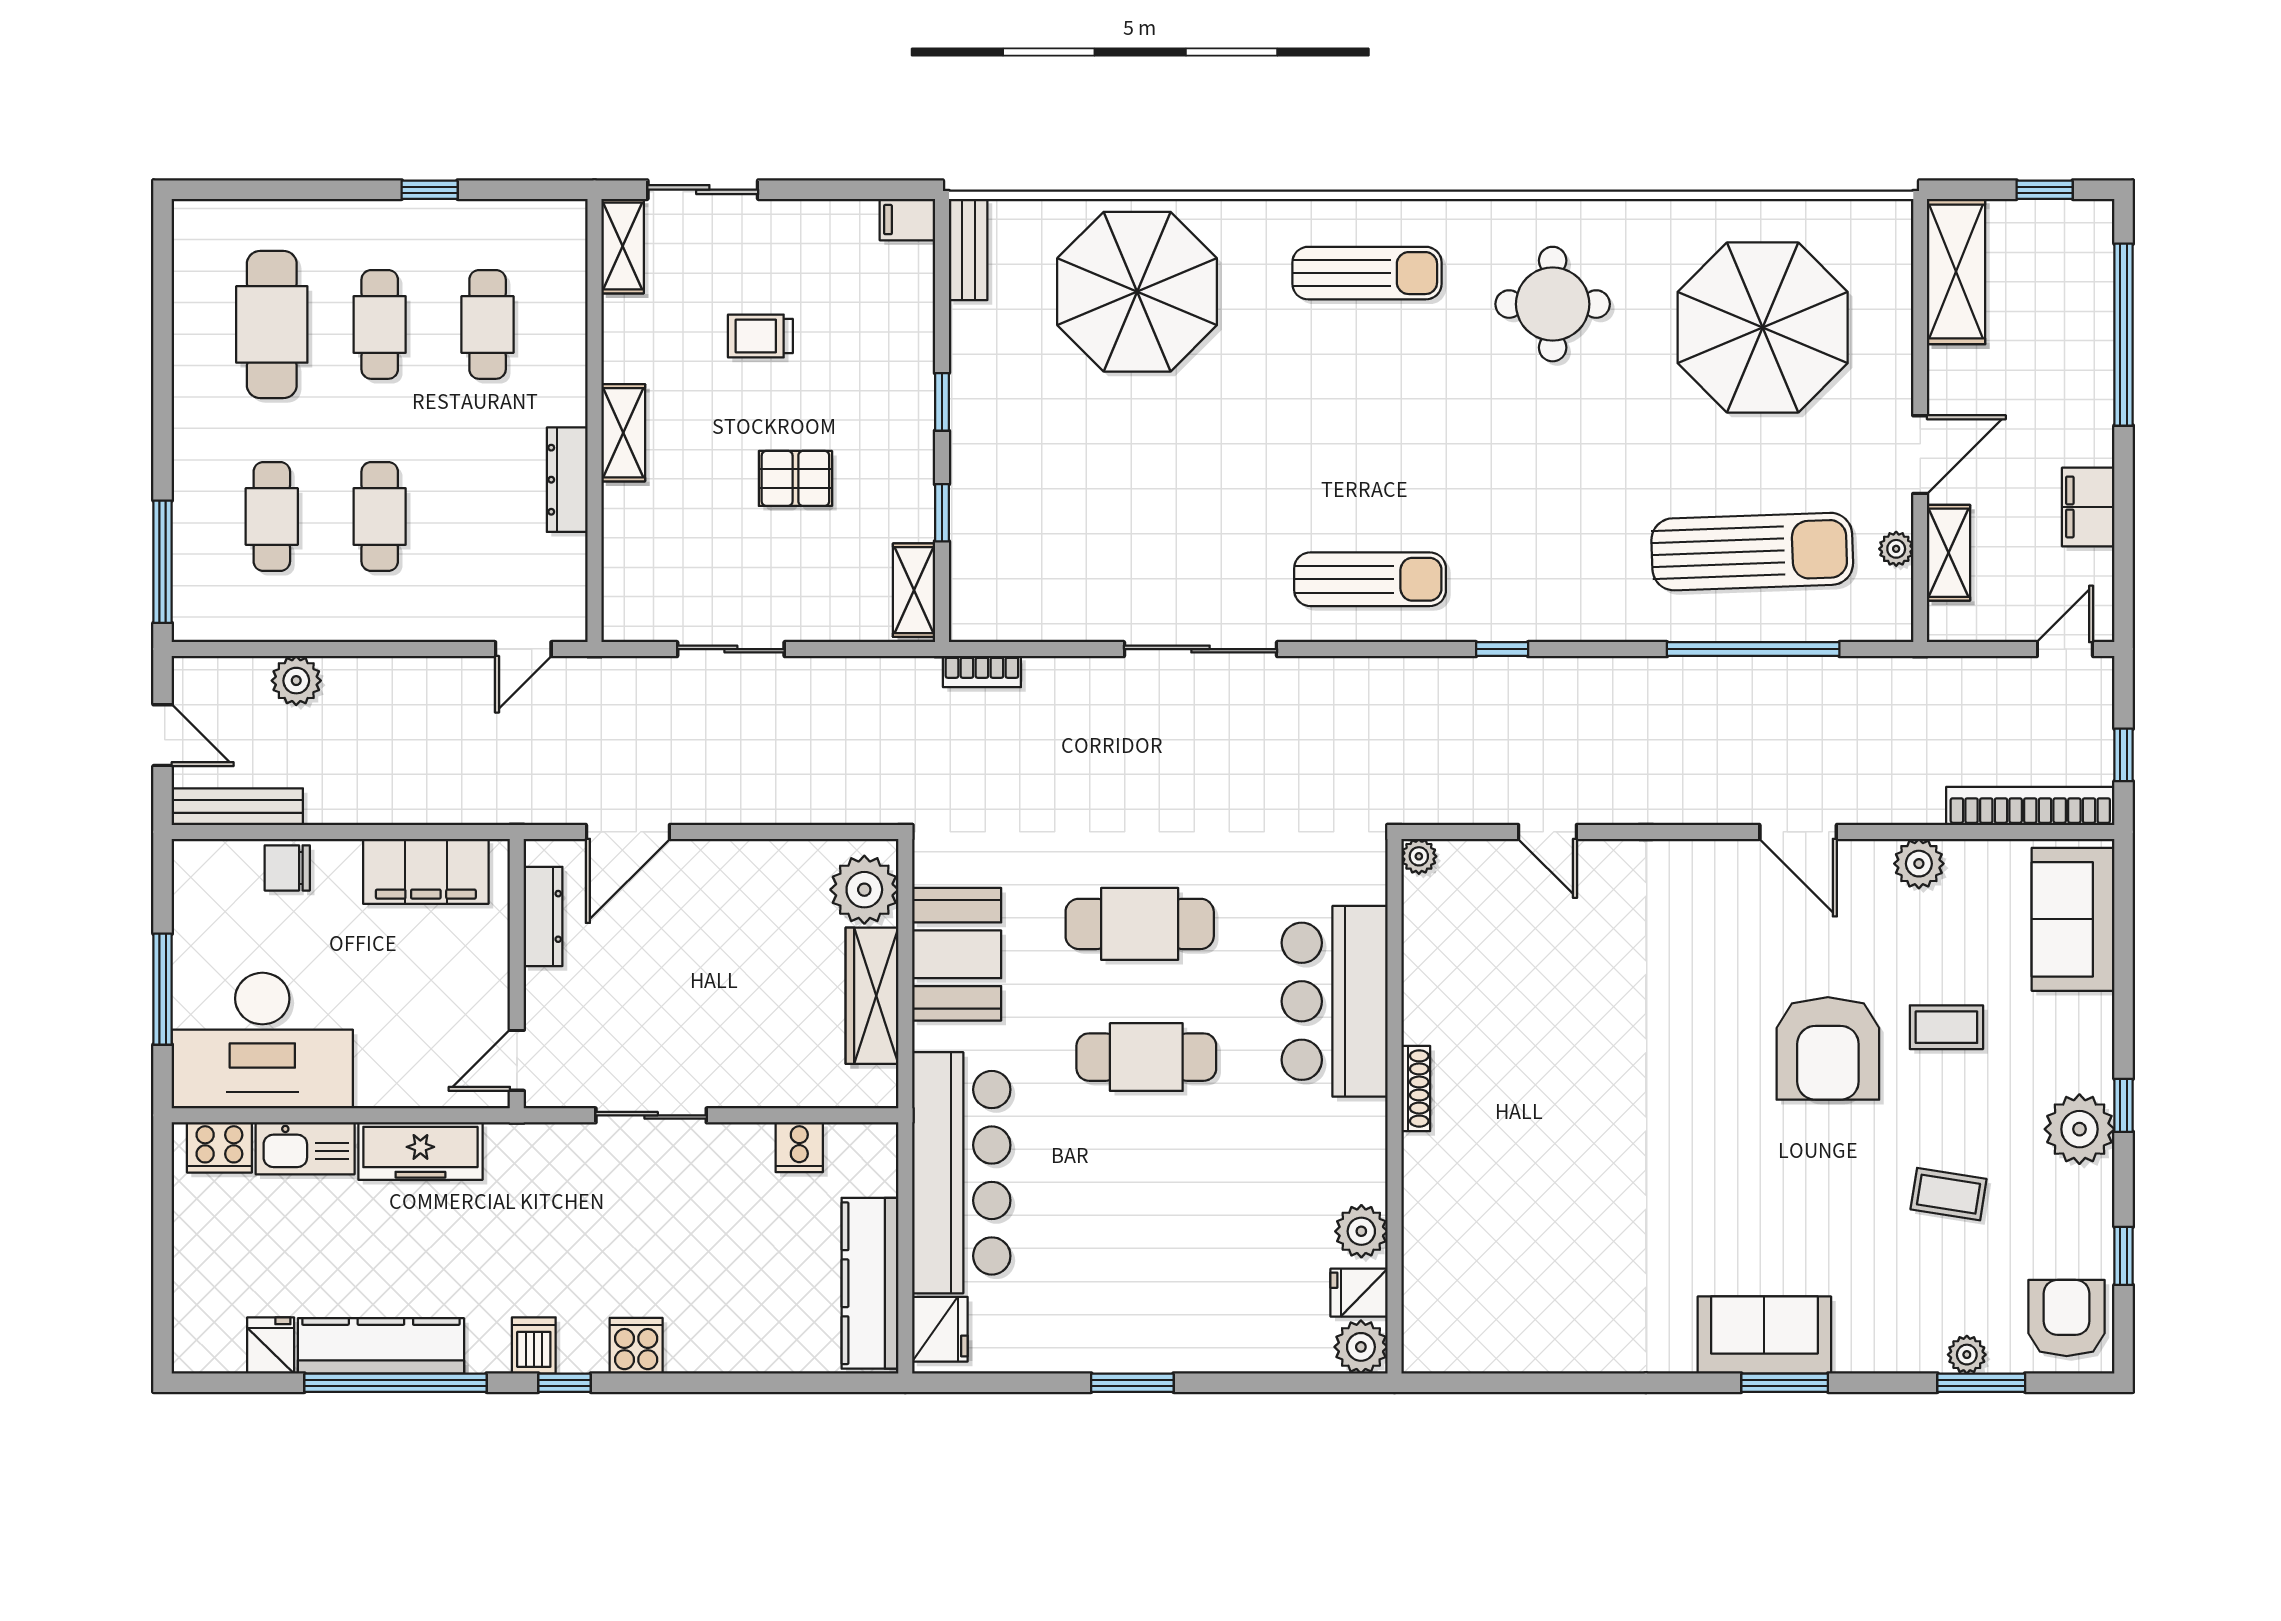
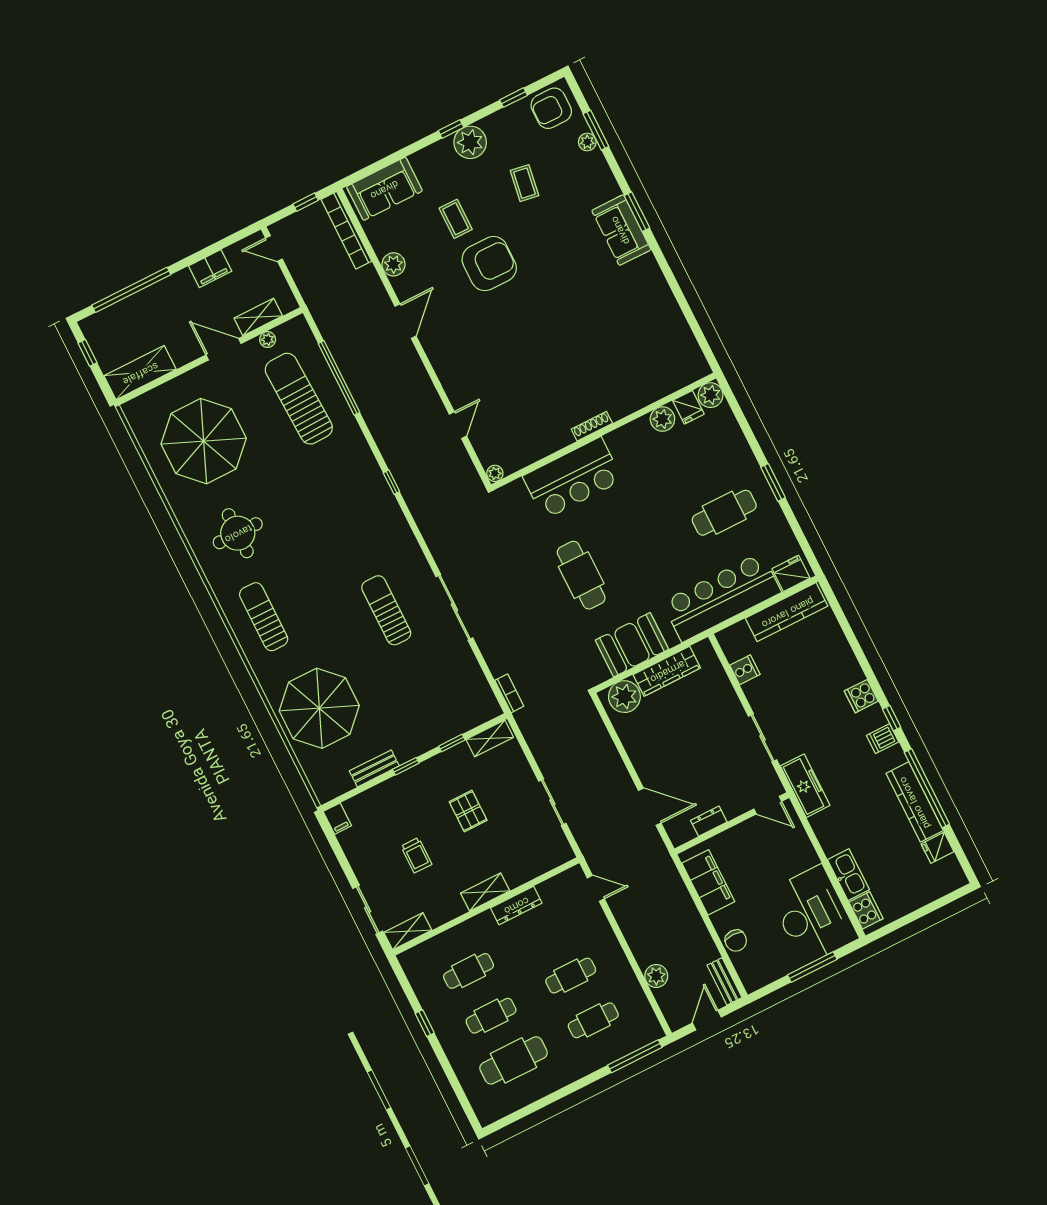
bench: (968, 249) -> (374, 768), moved
sun lounger: (1370, 579) -> (386, 610), moved
bench: (237, 807) -> (725, 981), width x0.73
dresser: (543, 916) -> (709, 821), width x0.70
cafe table: (1146, 1057) -> (724, 513), moved, turned 90
freezer: (420, 1151) -> (805, 786), moved

